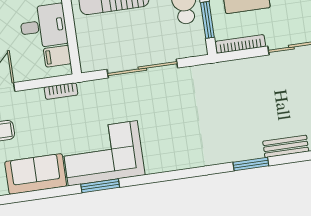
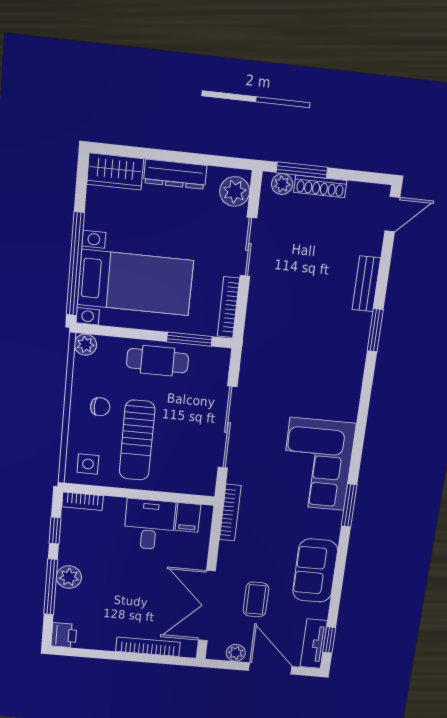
bookcase: (61, 91) -> (230, 513), width x1.56
corner sofa: (103, 153) -> (317, 464), moved

